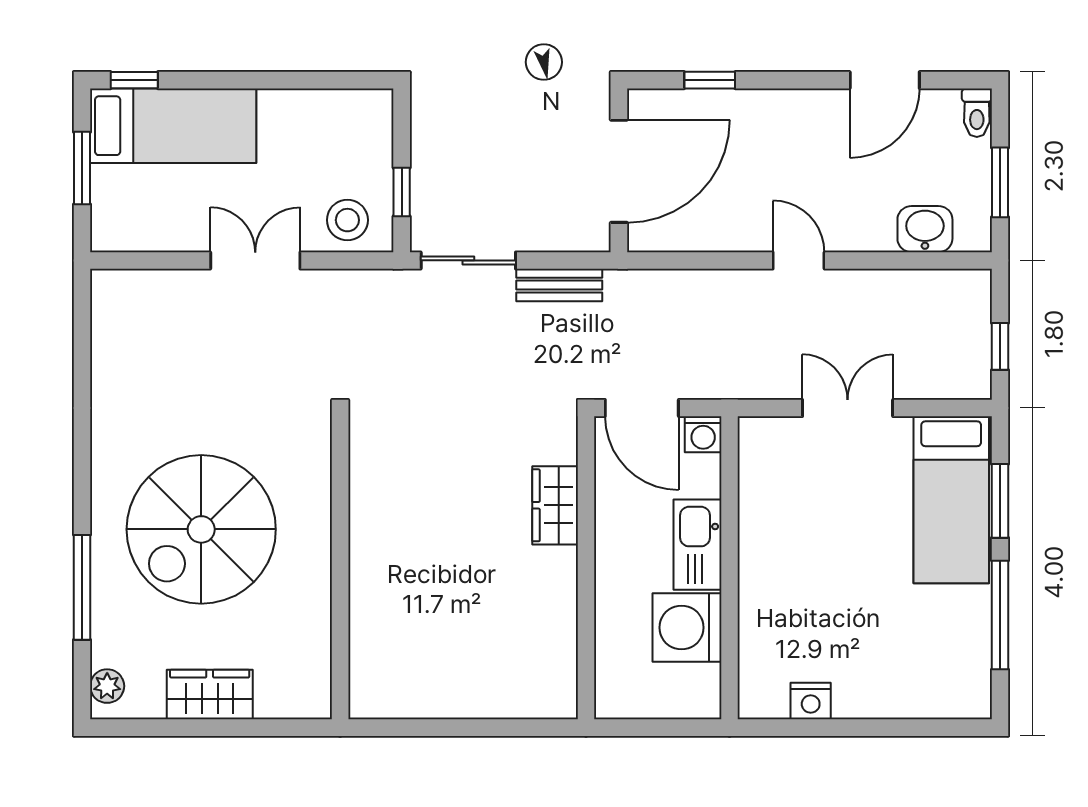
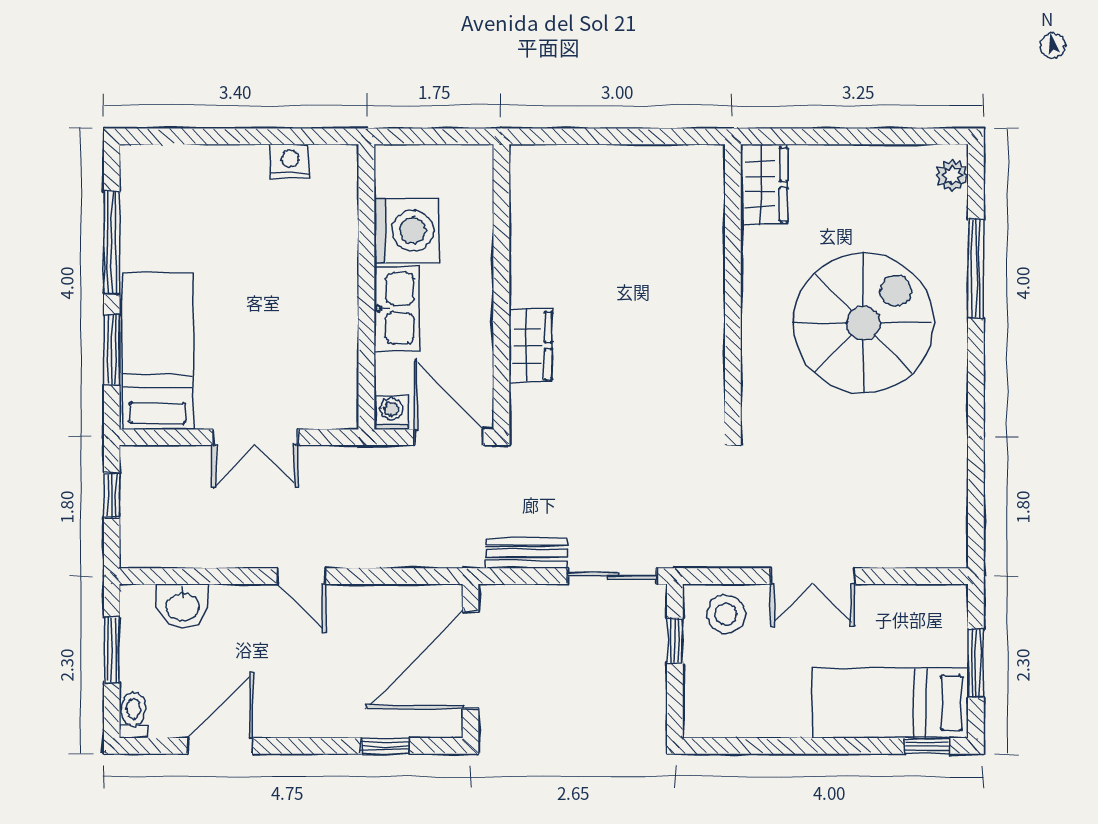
wardrobe: (210, 695) -> (764, 184), moved, turned -90

